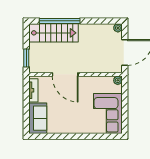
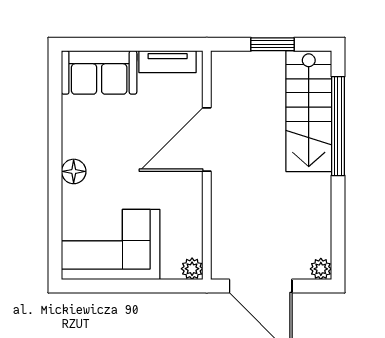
window: (26, 58) -> (273, 44), moved
floor lamp: (78, 129) -> (74, 171), added

